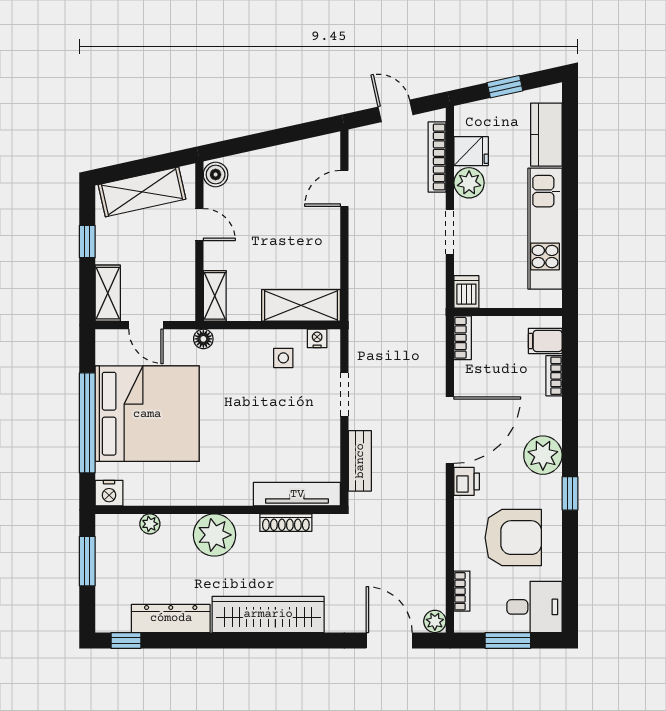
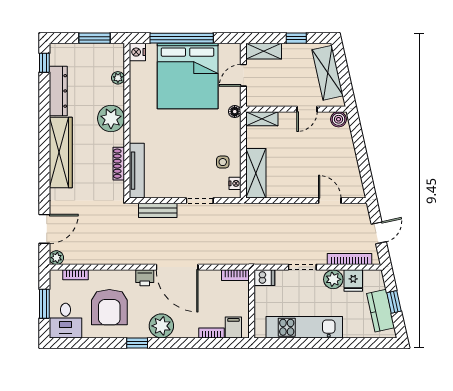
kitchen counter: (546, 135) -> (381, 311), moved, turned -102

